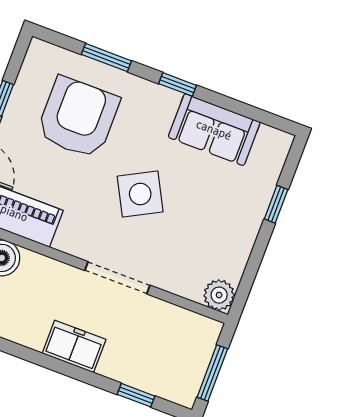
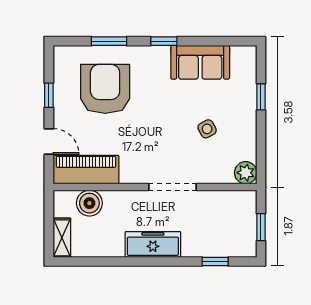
side table: (140, 194) -> (207, 129), moved, width x0.54, depth x0.54
freezer: (74, 346) -> (153, 244), width x1.40
window: (212, 373) -> (261, 227), width x0.67

